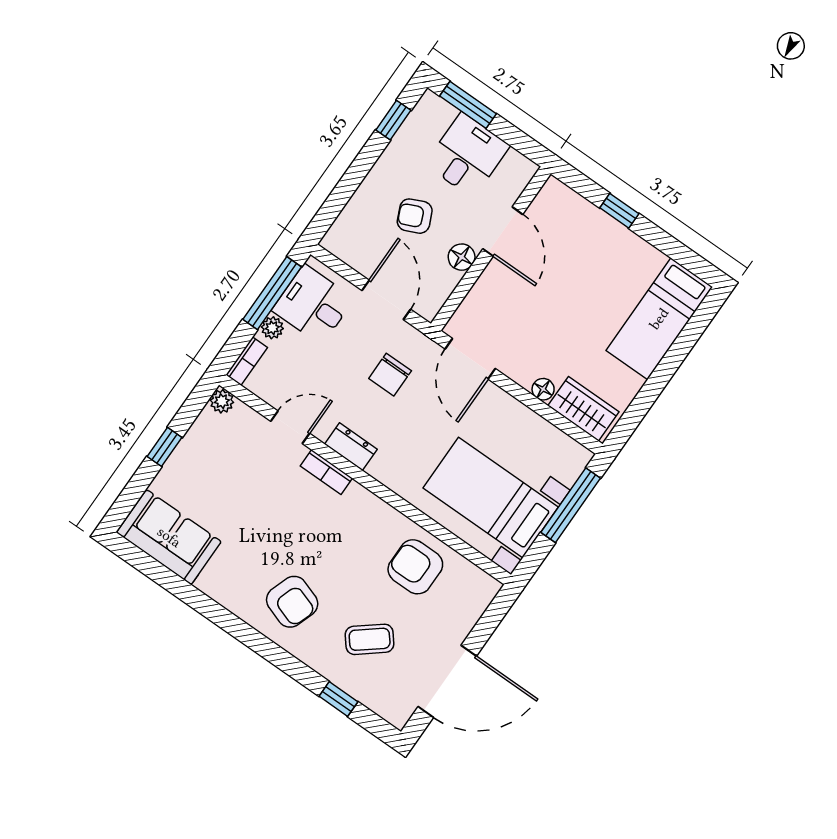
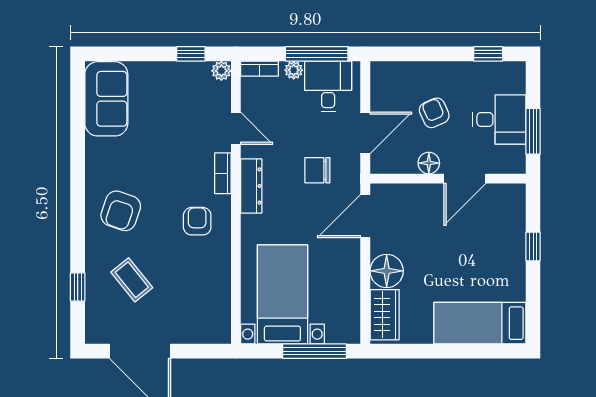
window: (468, 105) -> (533, 131), moved
floor lamp: (543, 389) -> (387, 271), width x1.89, depth x1.89
window: (164, 447) -> (191, 54), moved
dresser: (351, 447) -> (251, 186), width x1.44
armchair: (415, 567) -> (197, 221), moved, width x0.72, depth x0.72

